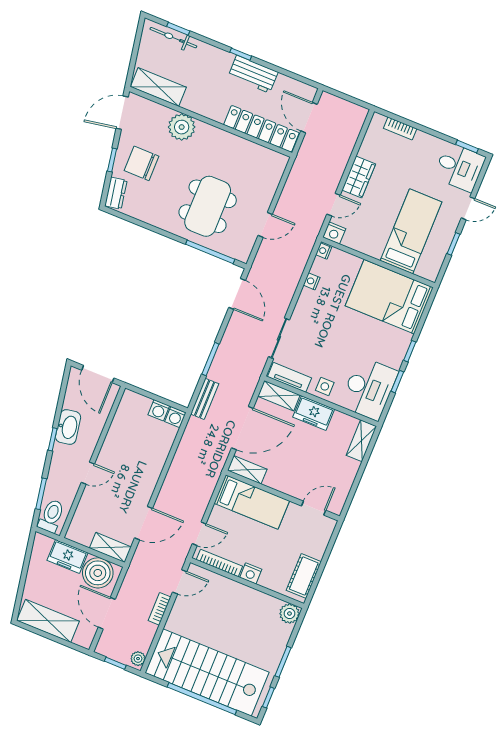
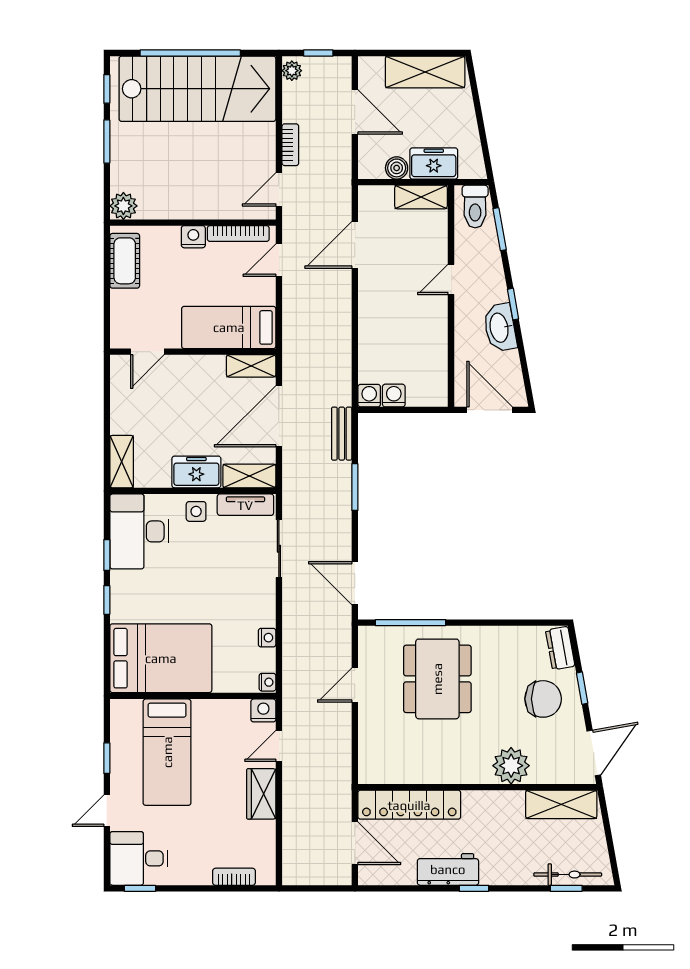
shelving: (110, 547) -> (421, 197), moved
boiler: (98, 573) -> (397, 168), width x0.54, depth x0.54

